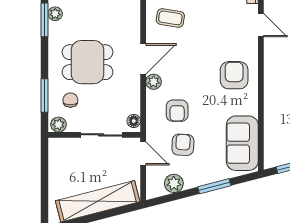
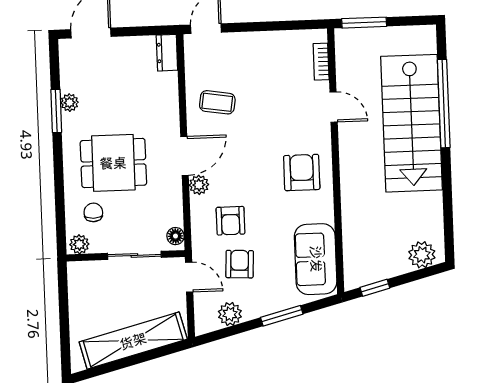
window: (44, 95) -> (60, 208), removed

